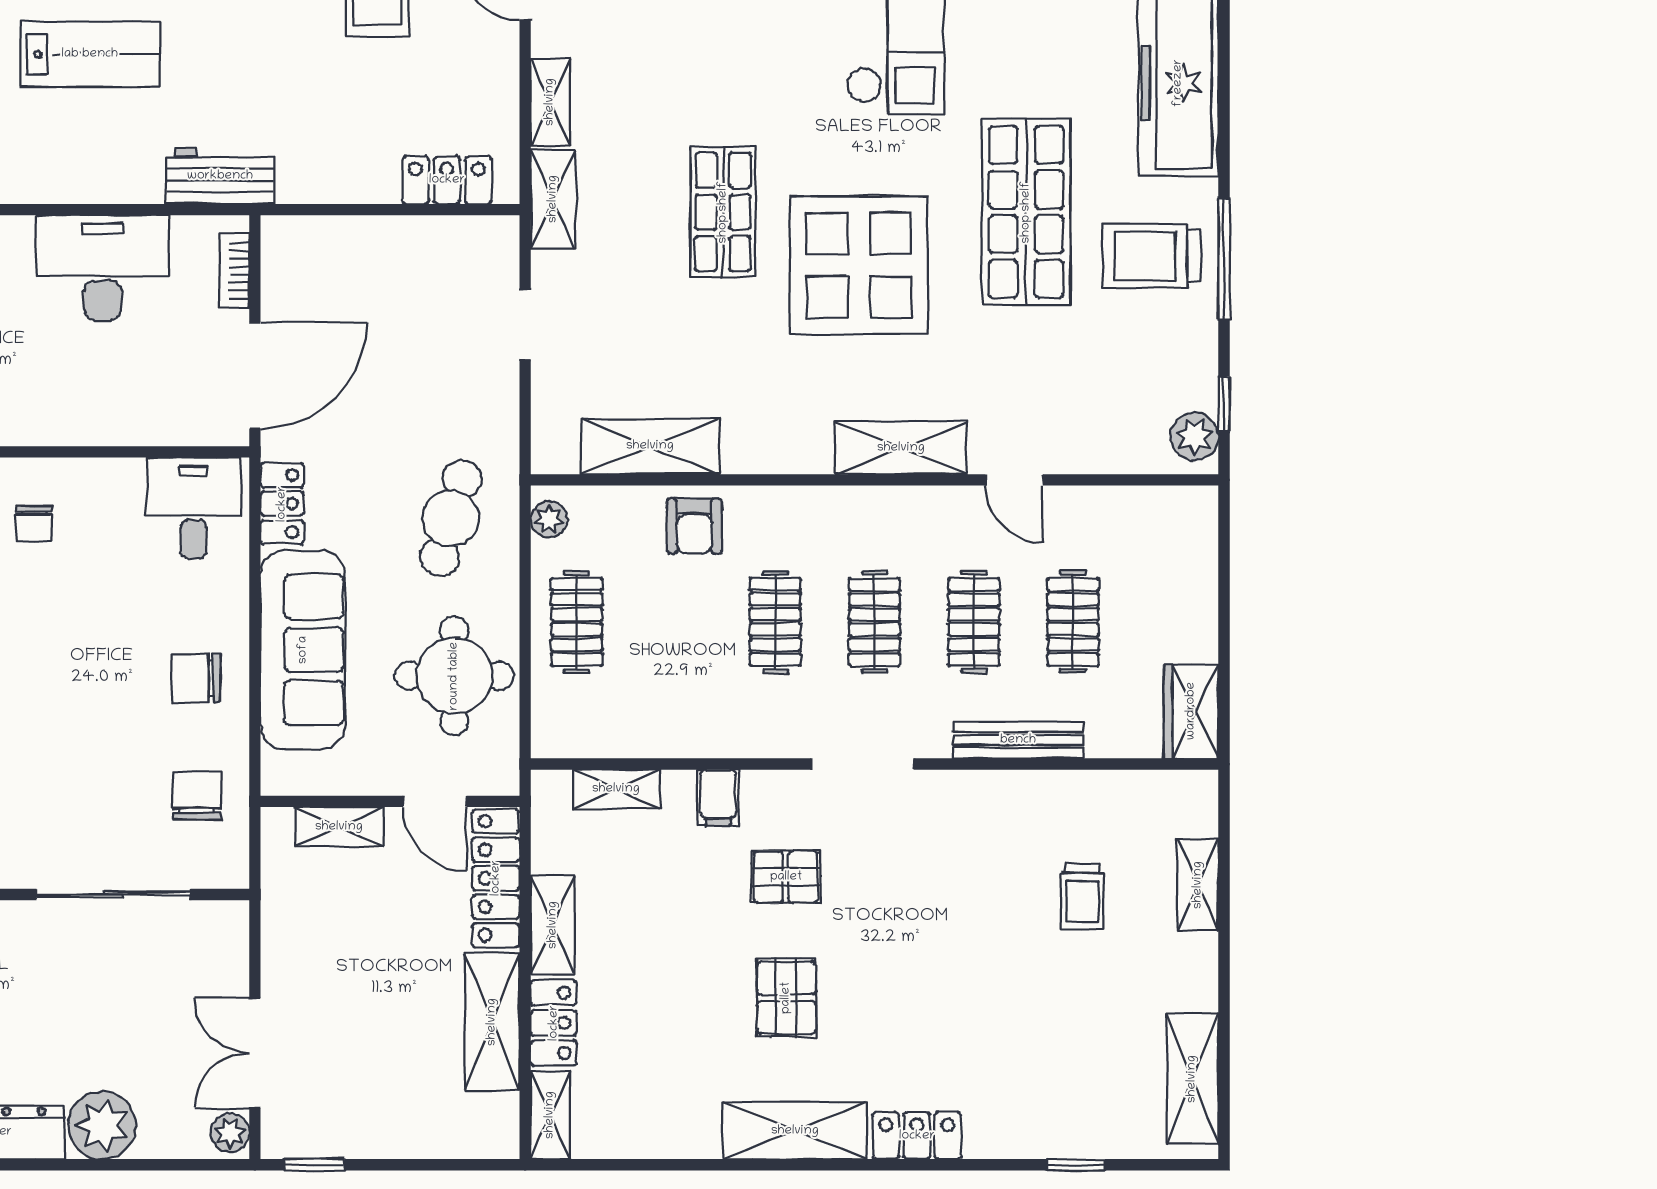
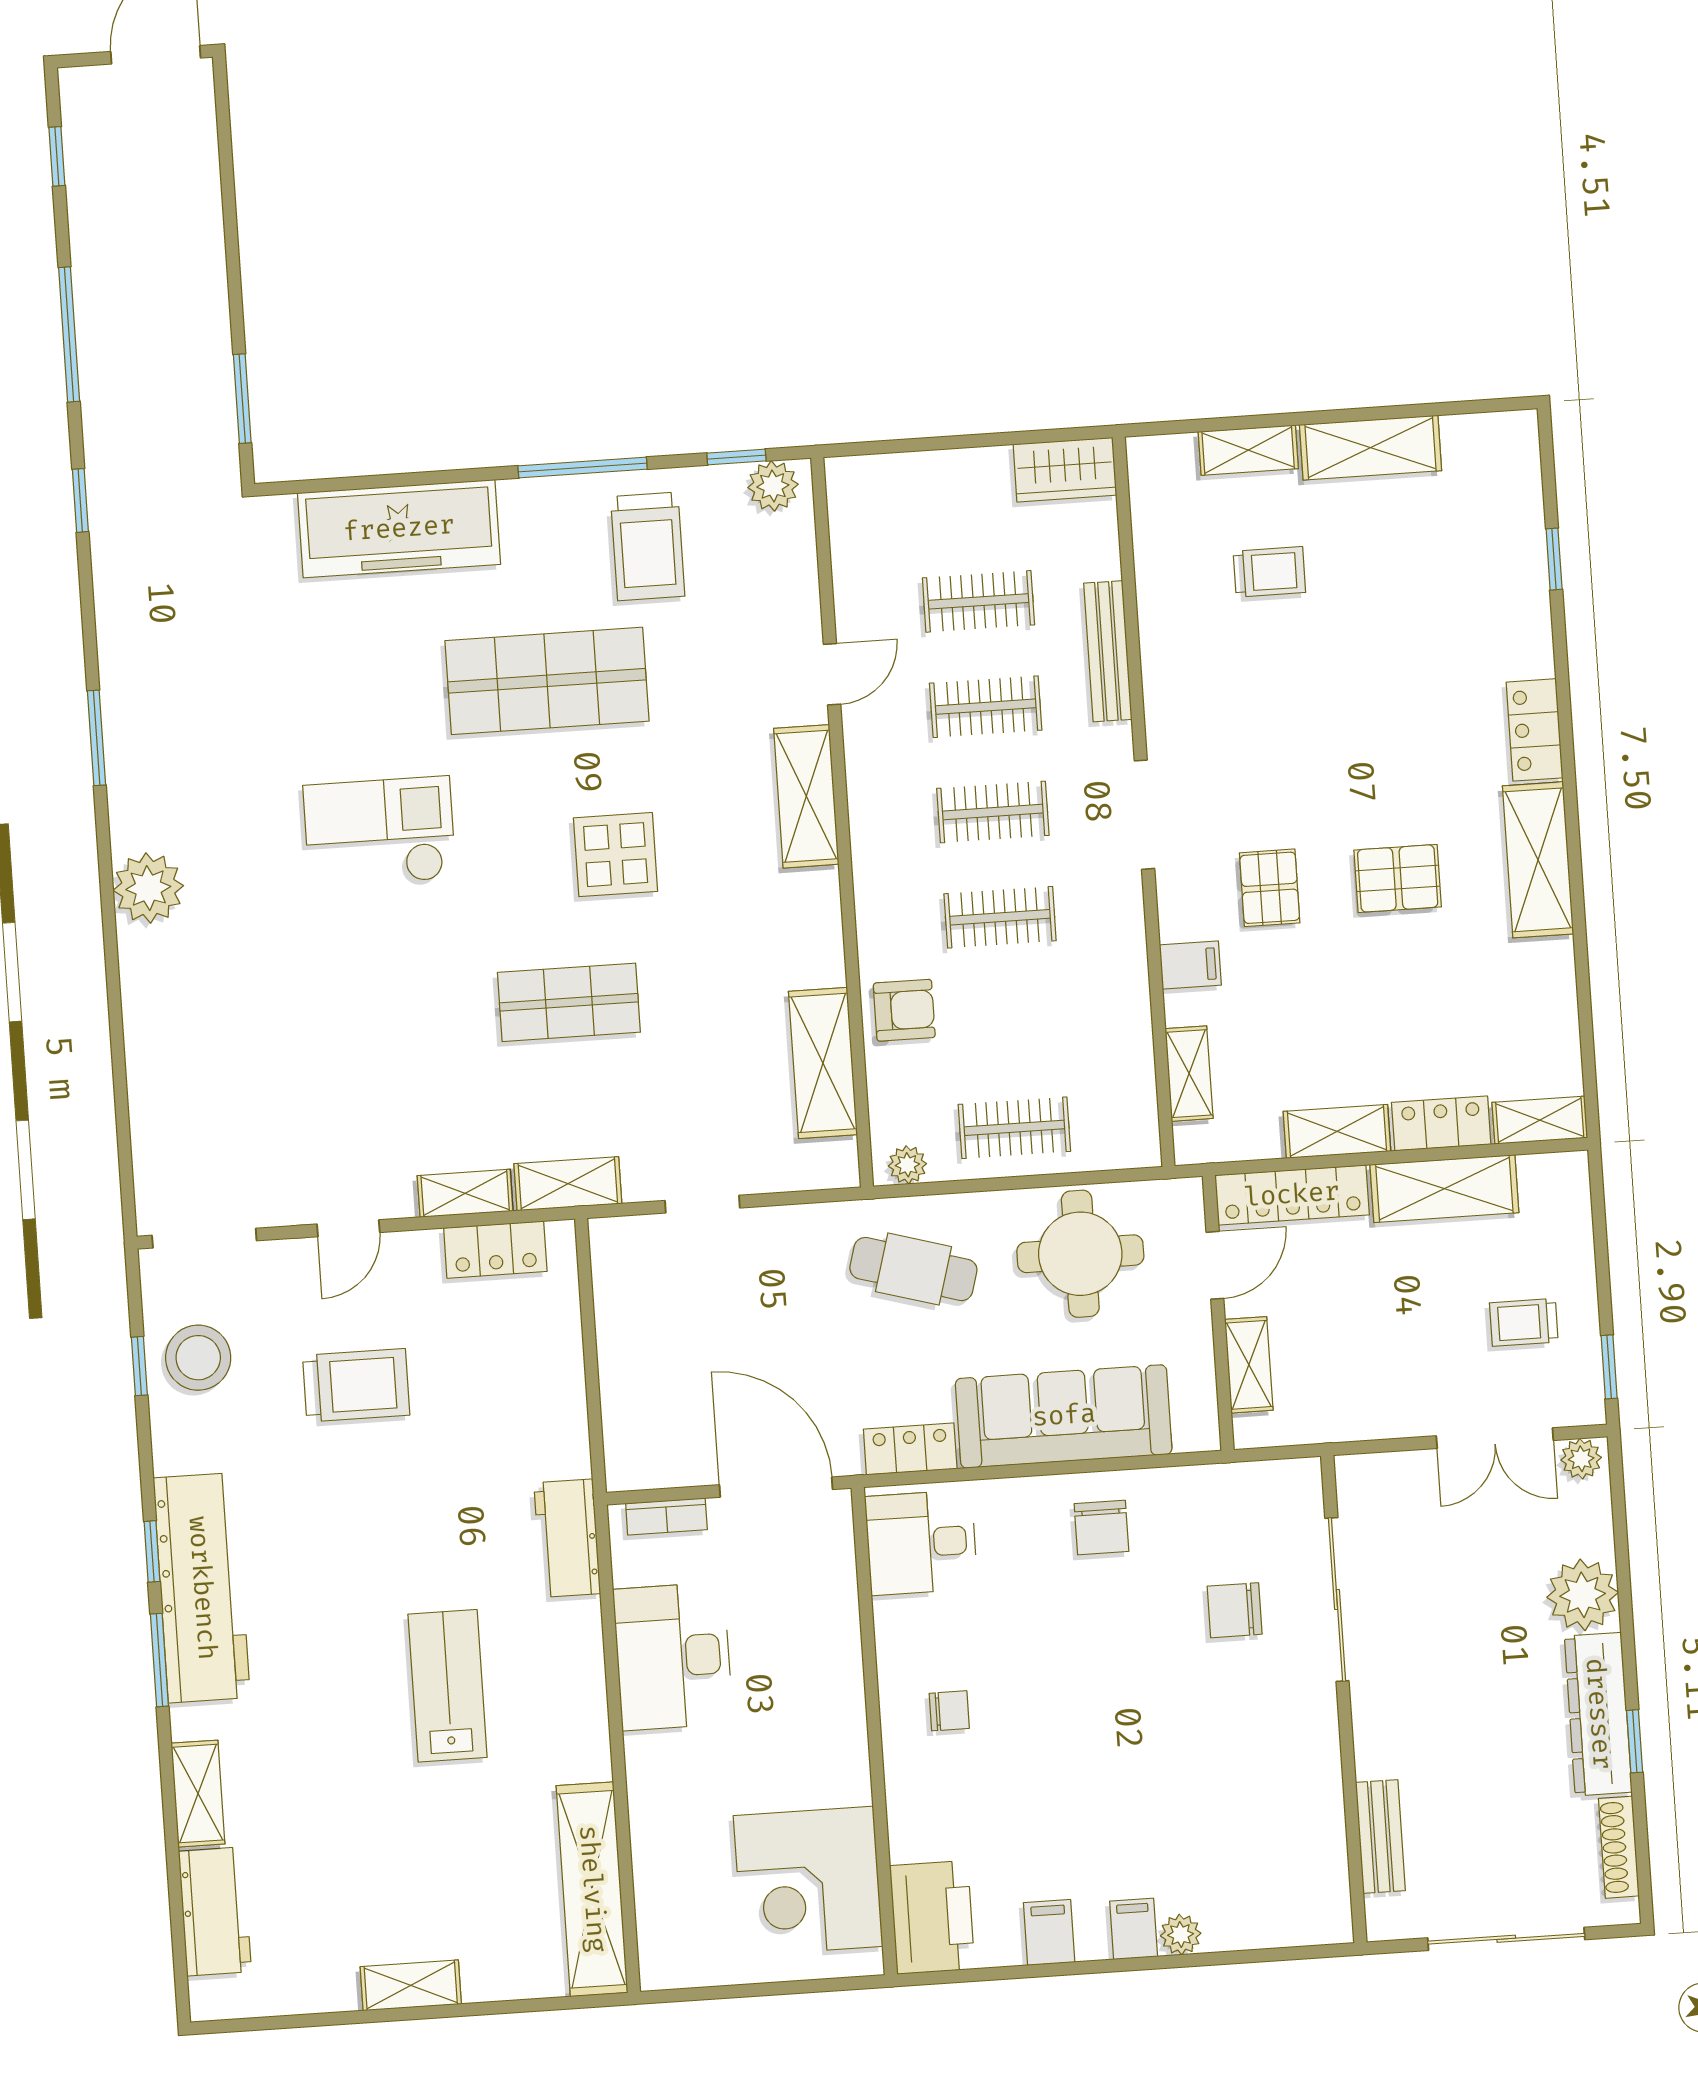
locker: (447, 180) -> (495, 1250), moved, turned -90
trolley: (1152, 256) -> (648, 546), moved
display table: (859, 265) -> (616, 855), width x0.54, depth x0.54
chair: (197, 795) -> (1235, 1610), moved
shelving: (1192, 1079) -> (1370, 448), moved
trolley: (362, 1088) -> (1524, 1322), added

